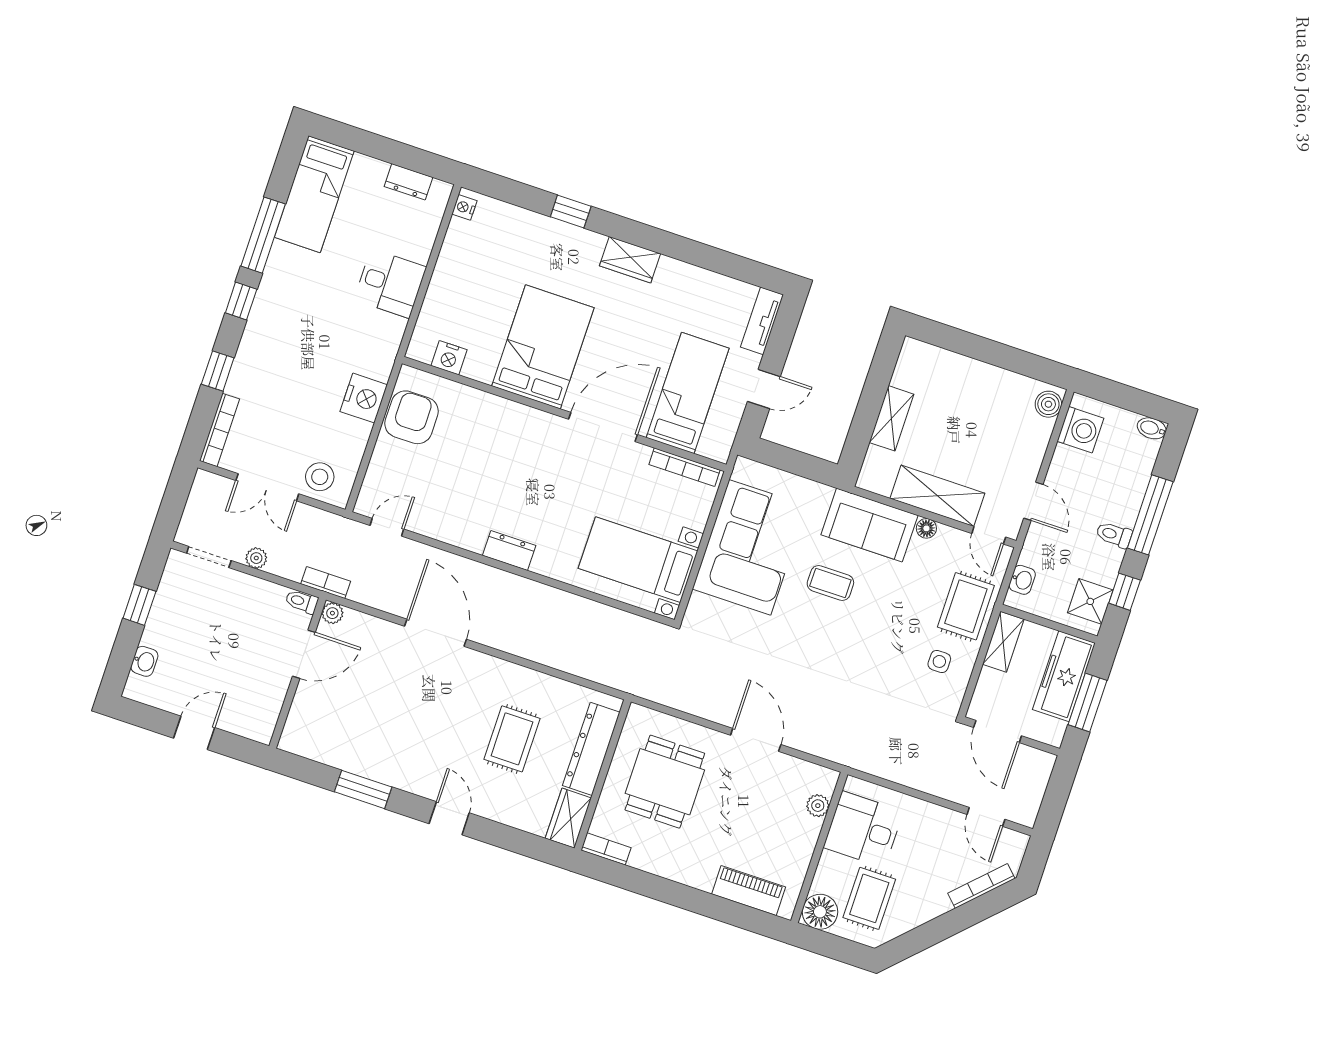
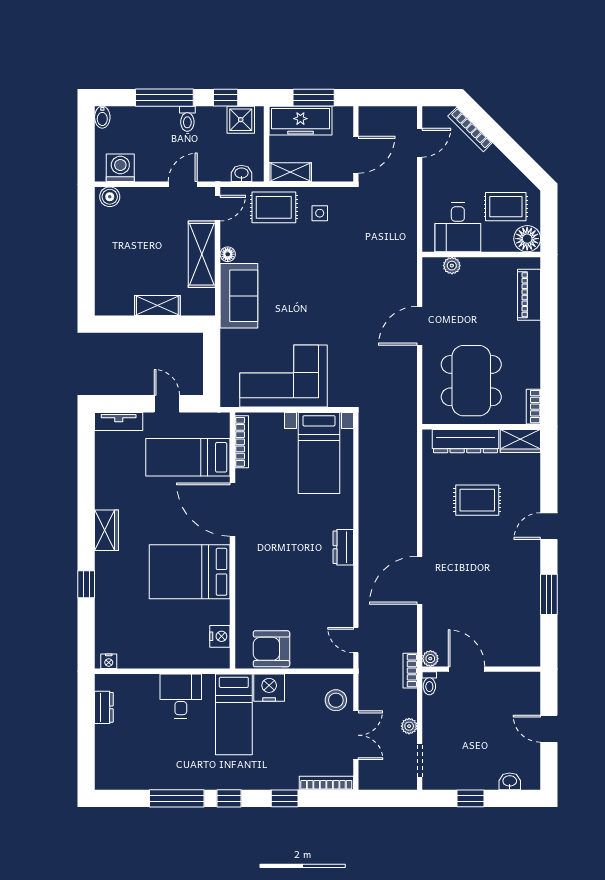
bed: (314, 194) -> (234, 714), moved, turned 90
coffee table: (830, 583) -> (290, 310), removed
dining table: (665, 782) -> (471, 381), width x1.38

